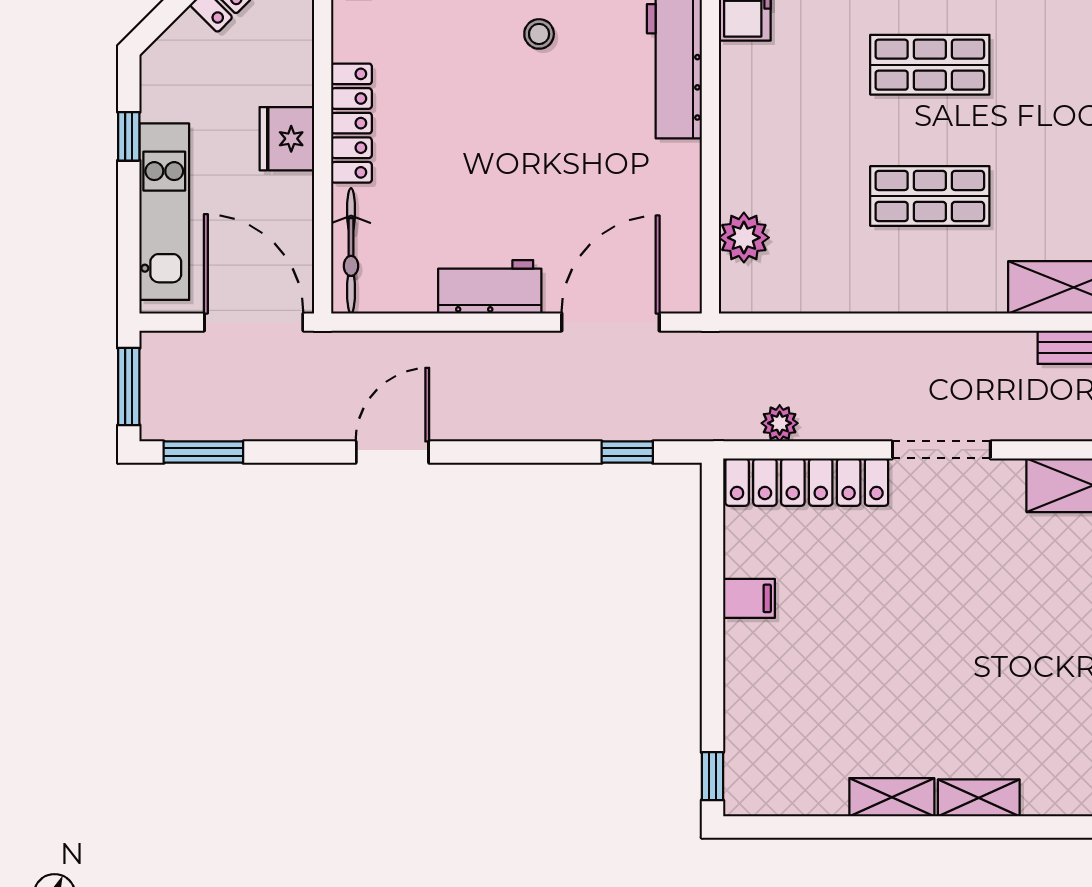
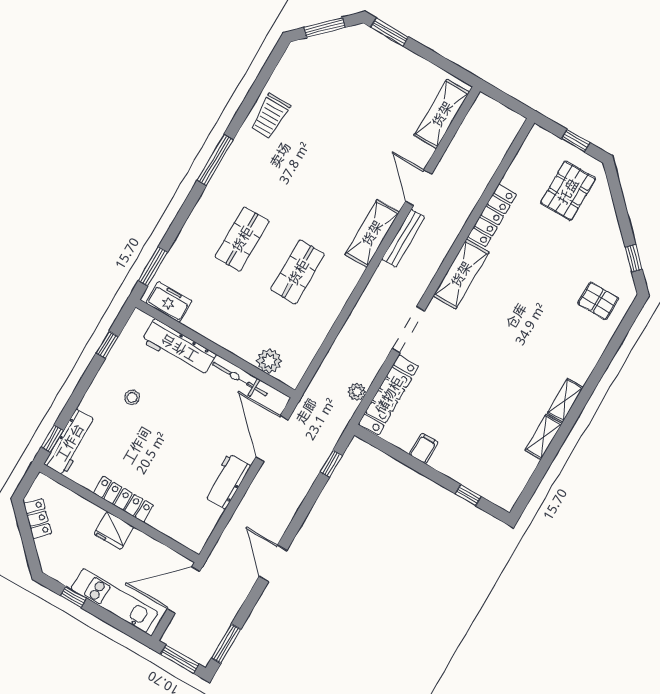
bicycle: (351, 251) -> (240, 379), moved, turned 180
window: (712, 776) -> (468, 495), moved

